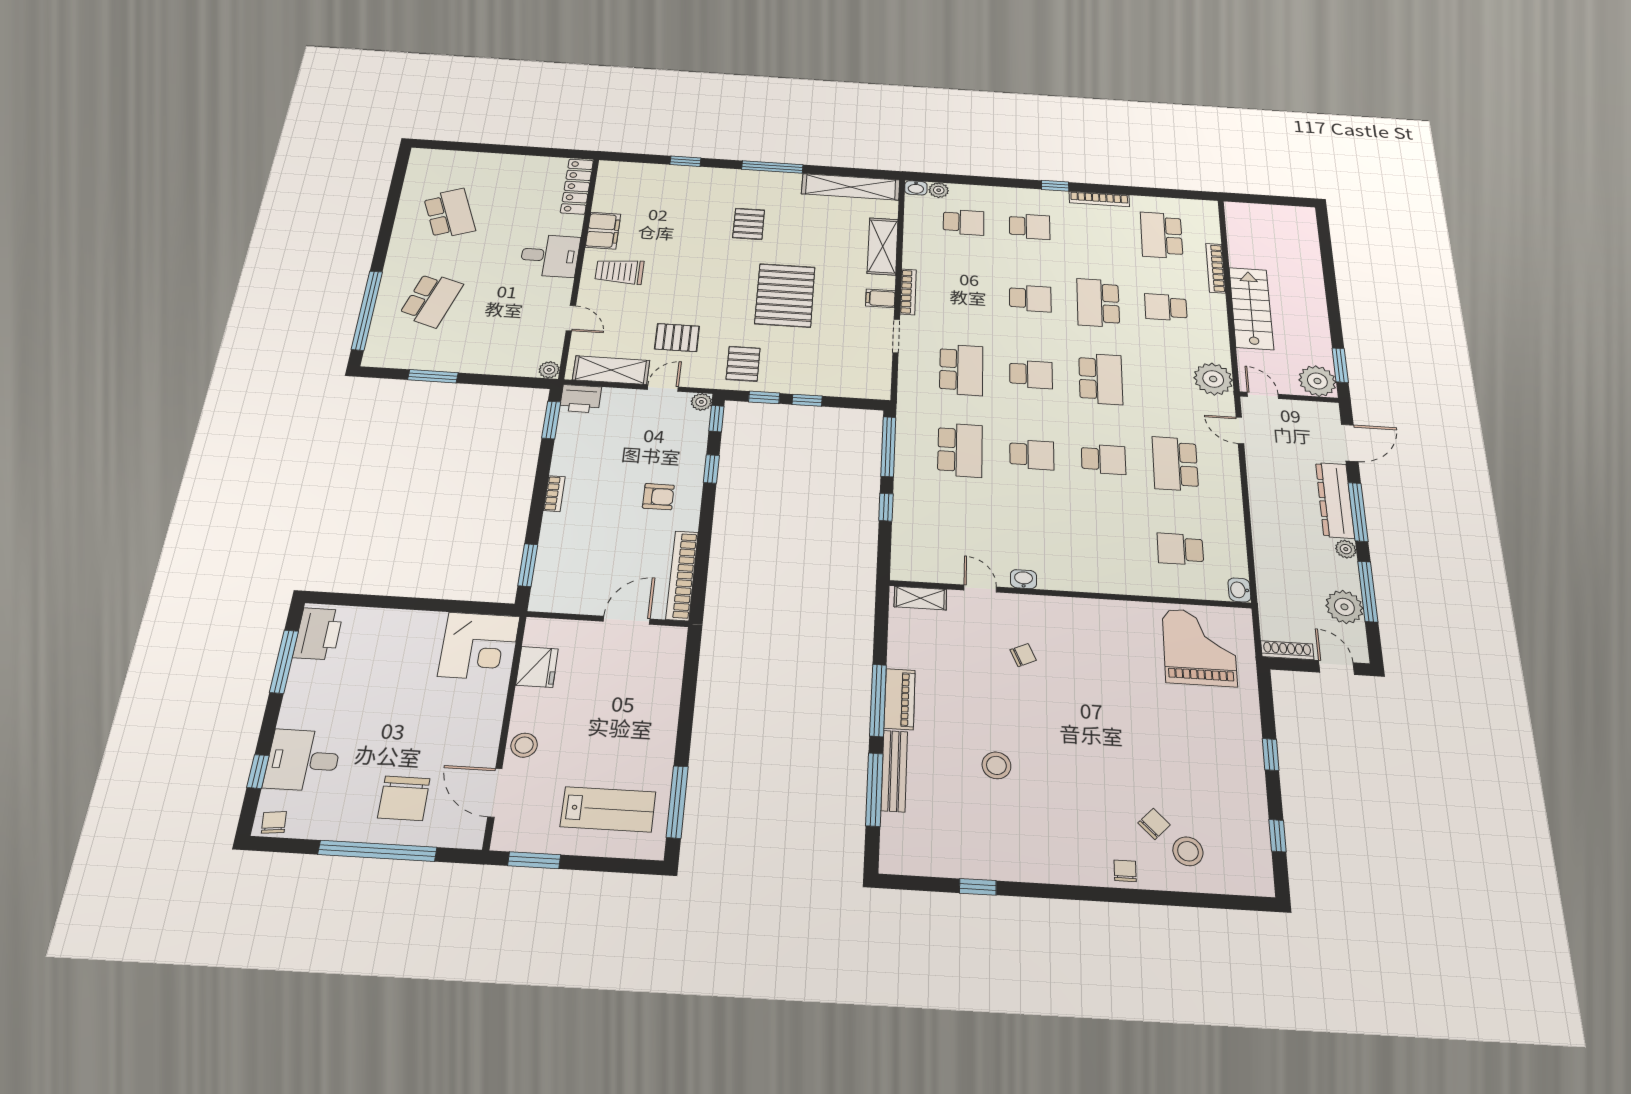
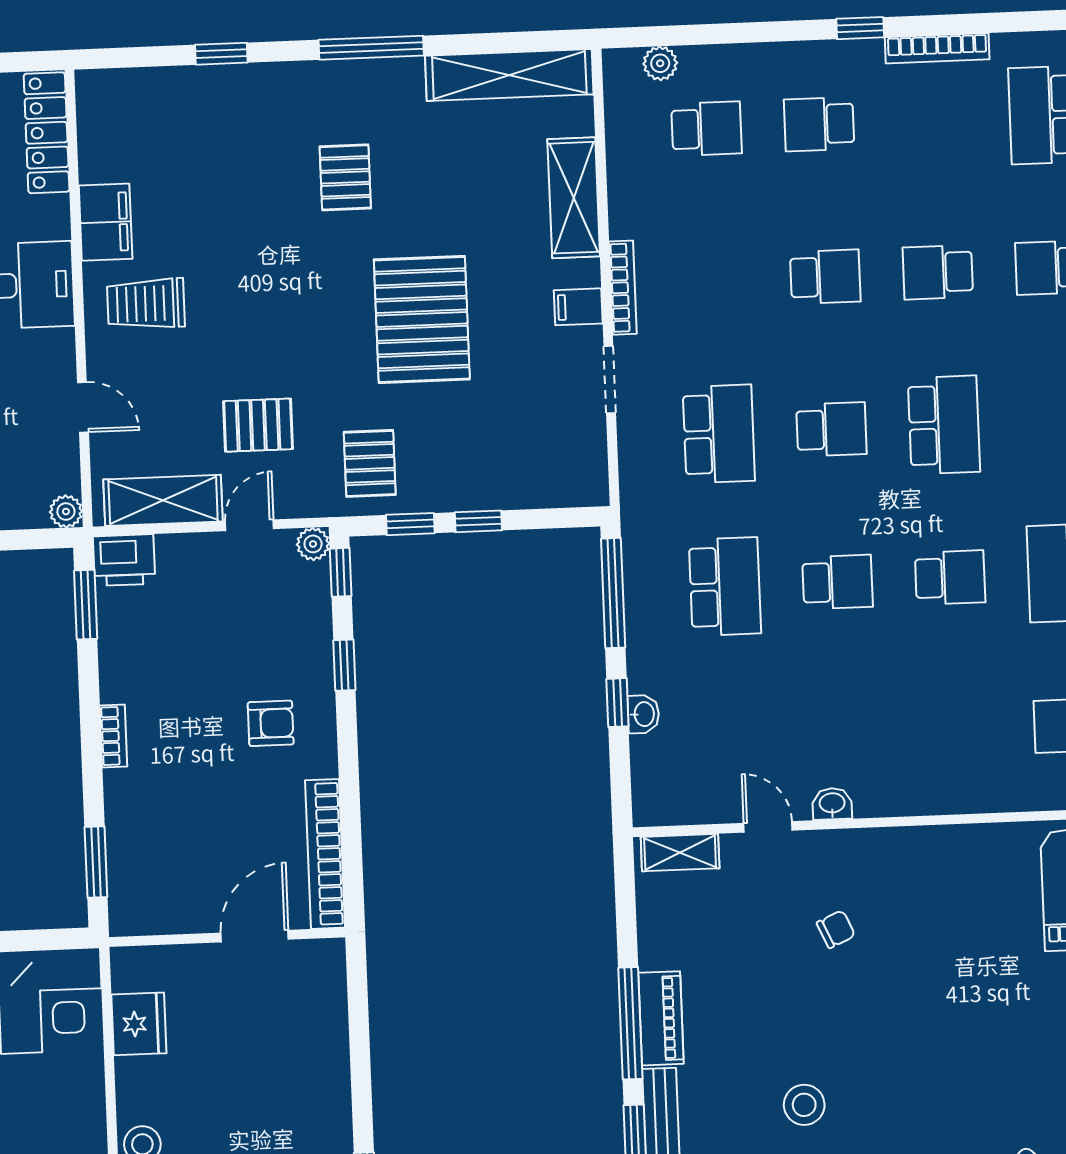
washbasin: (916, 188) -> (643, 714), moved, turned -90
school desk: (1030, 227) -> (819, 124), turned 180
school desk: (1098, 303) -> (938, 272), width x0.54

